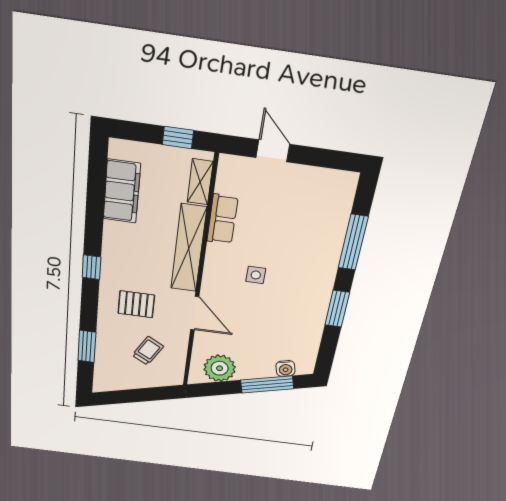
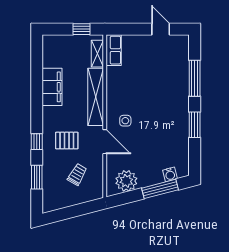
door: (273, 151) -> (161, 29), moved
filing cabinet: (122, 191) -> (52, 87), moved
row of seats: (222, 219) -> (114, 50), moved
window: (92, 267) -> (37, 142), moved
side table: (256, 275) -> (125, 121), moved

